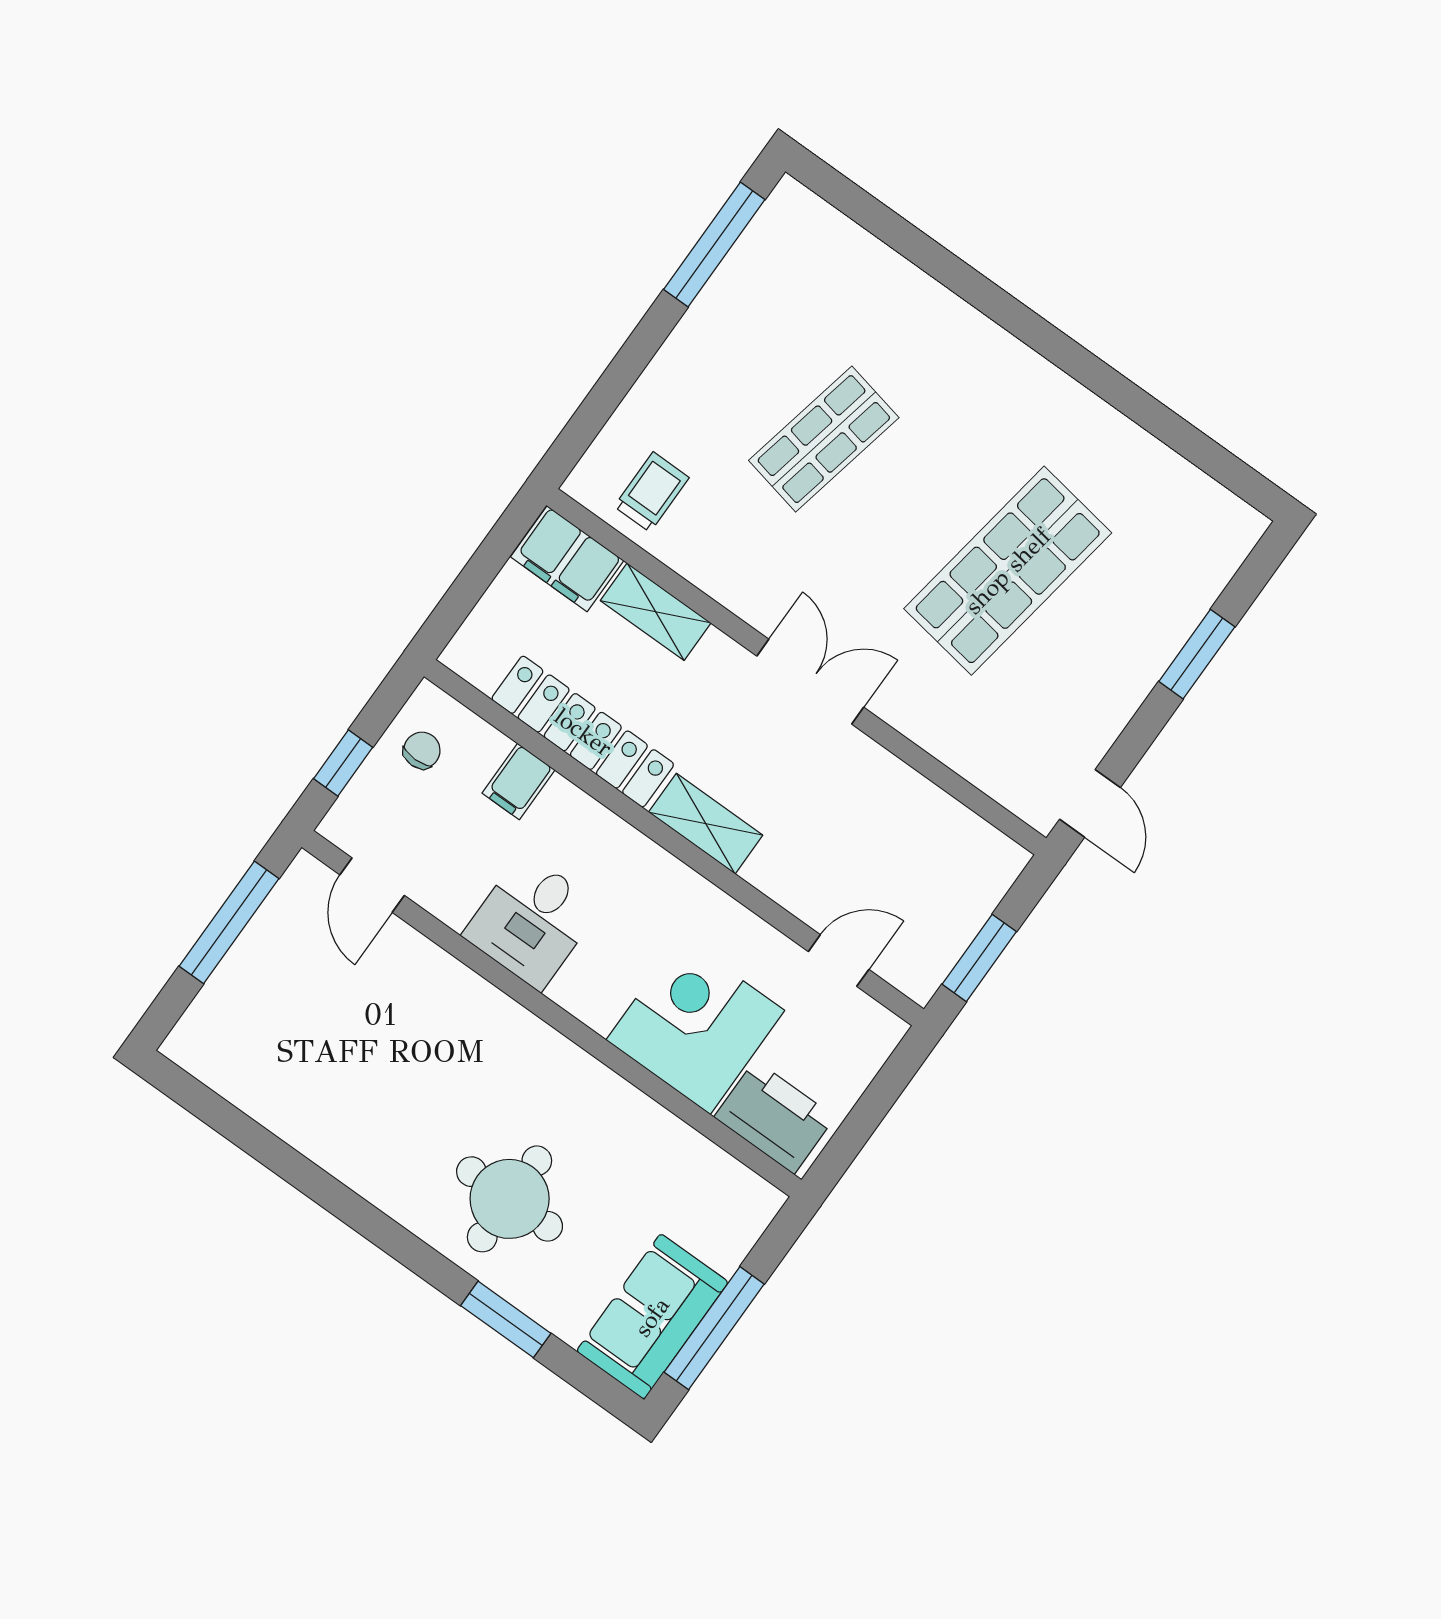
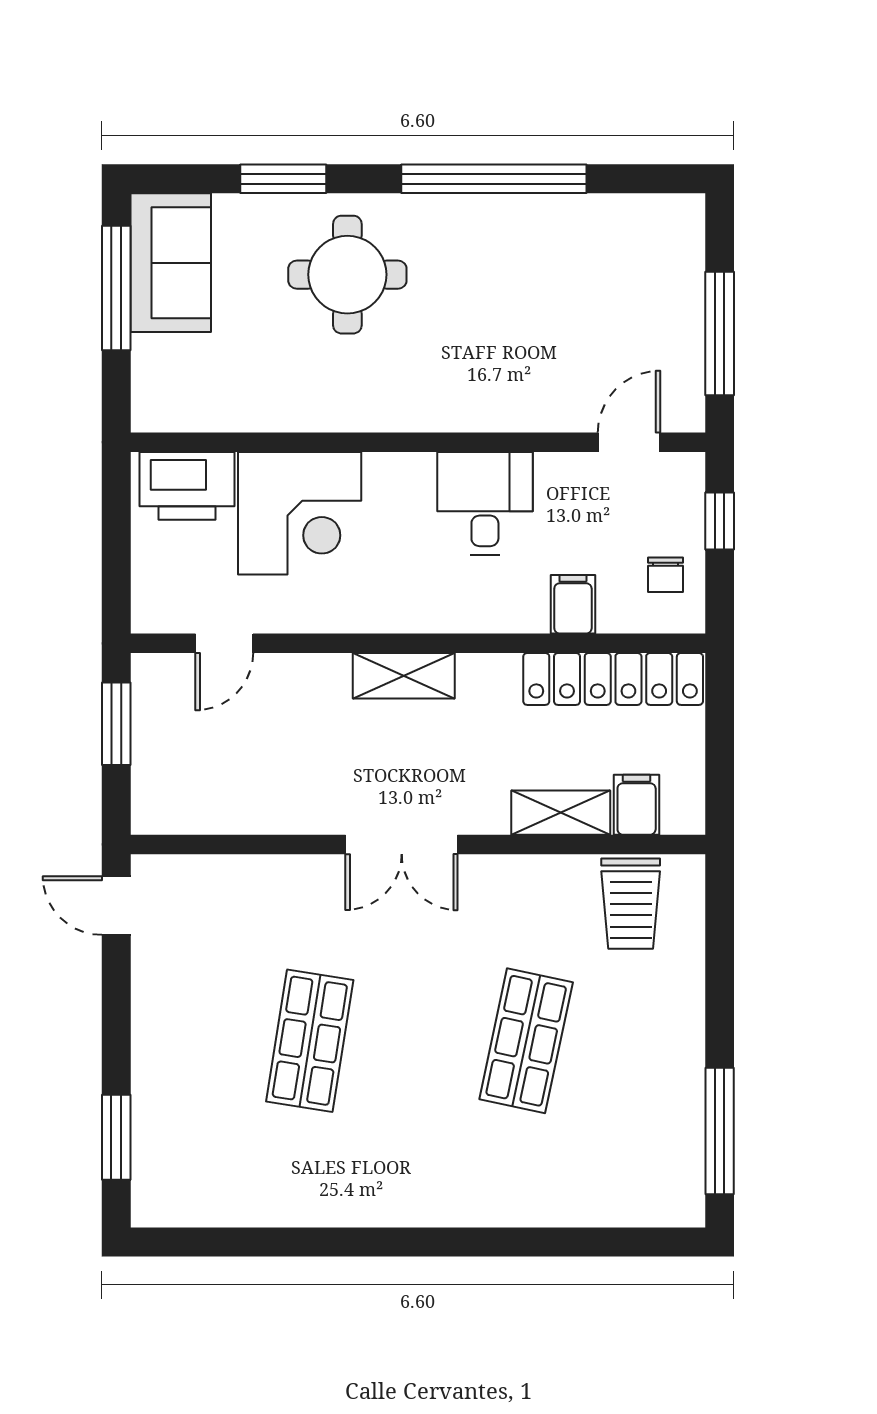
trolley: (652, 492) -> (631, 904), width x1.36, depth x1.39
filing cabinet: (567, 559) -> (637, 805), width x0.50
shop shelf: (1008, 571) -> (310, 1041), width x0.70, depth x0.74
window: (1197, 654) -> (116, 1137), moved
locker: (583, 732) -> (613, 679), moved
door: (372, 885) -> (629, 442), hinge flipped
window: (327, 1191) -> (494, 179), added

